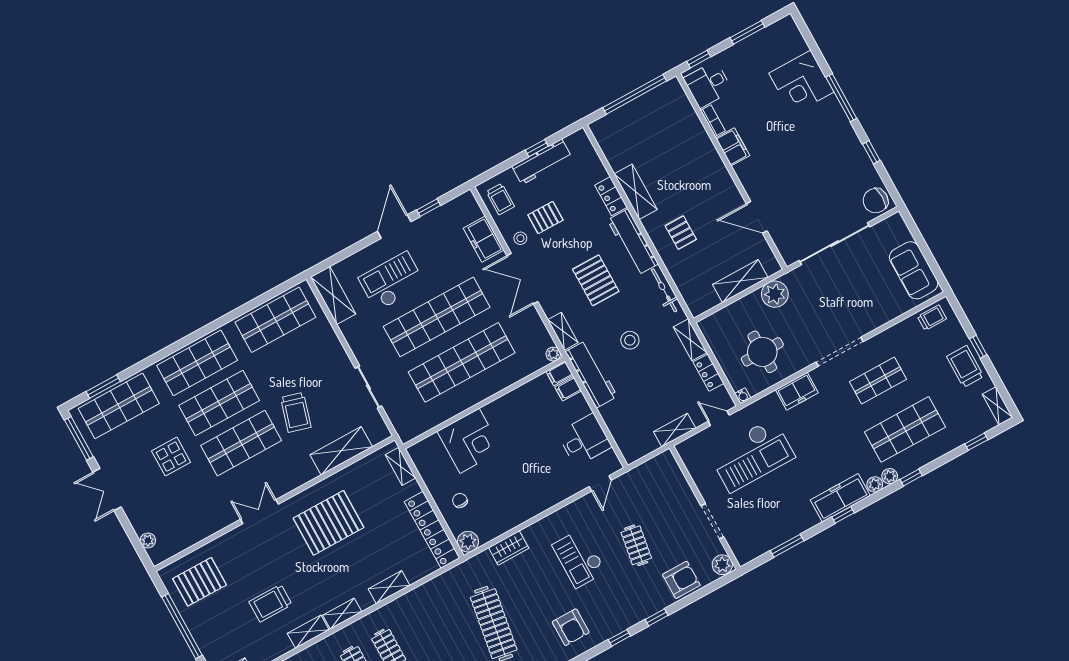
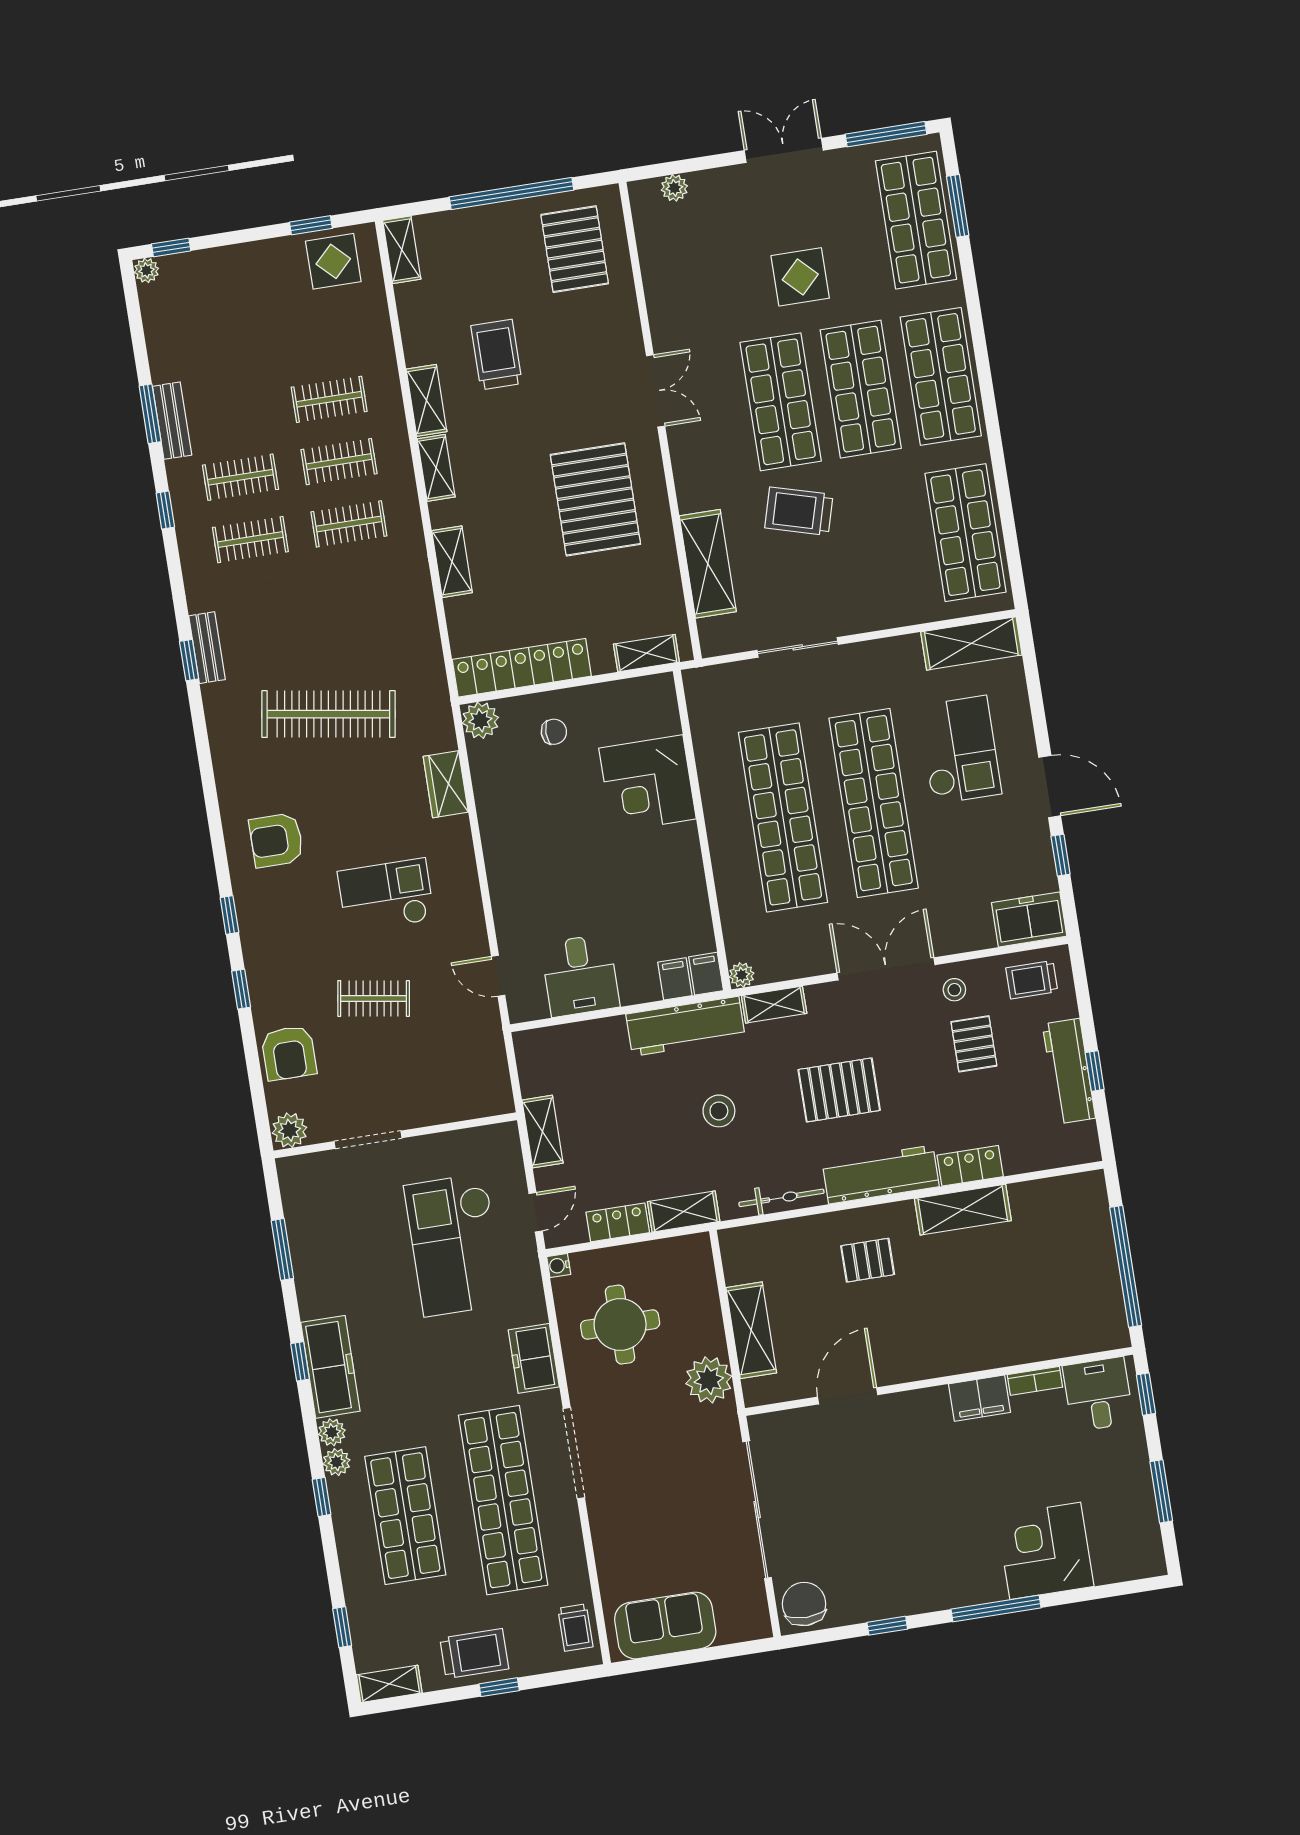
freezer: (484, 239) -> (1029, 919), moved
shop shelf: (878, 380) -> (503, 1500), width x2.00, depth x1.36

